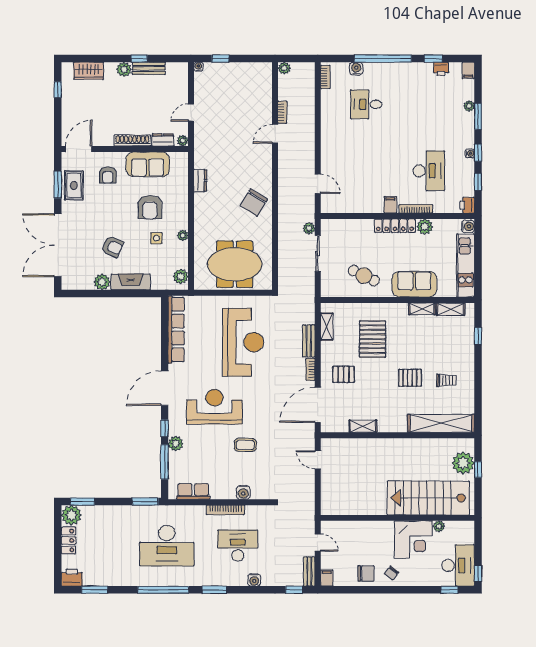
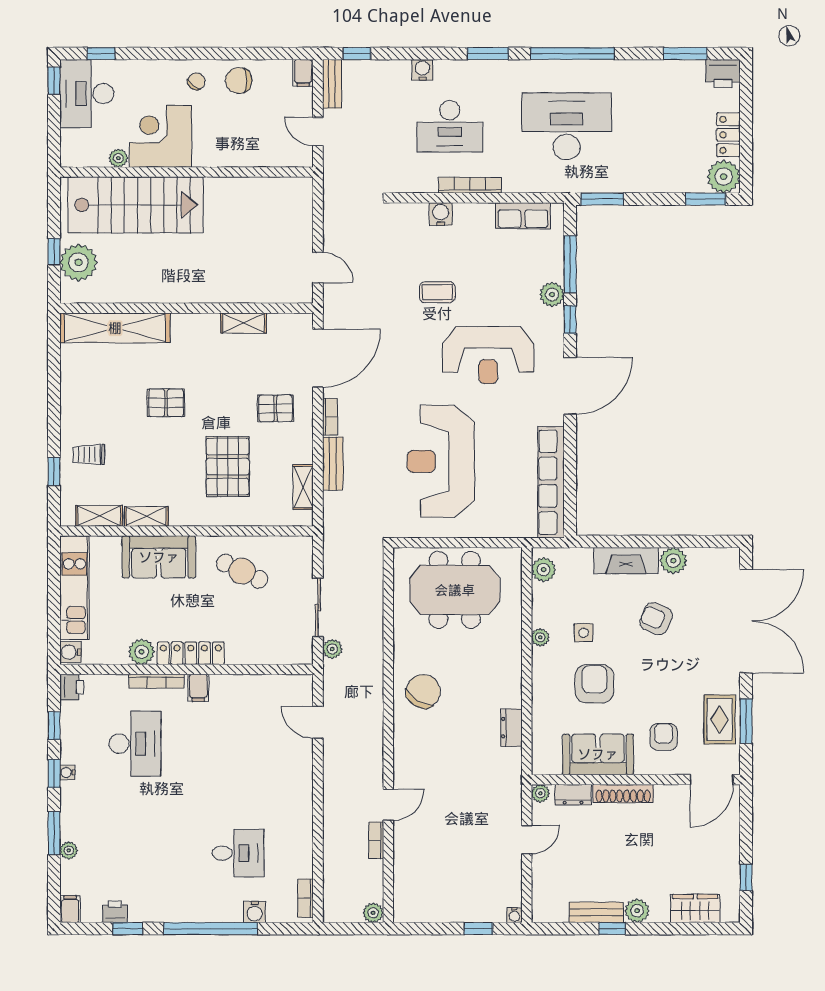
desk: (429, 171) -> (135, 744), turned 180
trolley: (446, 380) -> (89, 454), moved

